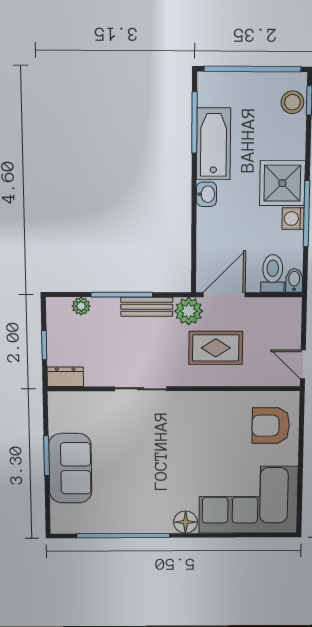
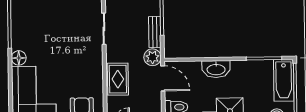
bathtub: (214, 144) -> (284, 80), moved, turned 90
washbasin: (206, 194) -> (216, 69), width x1.91, depth x1.45
rug: (216, 348) -> (118, 79), moved

